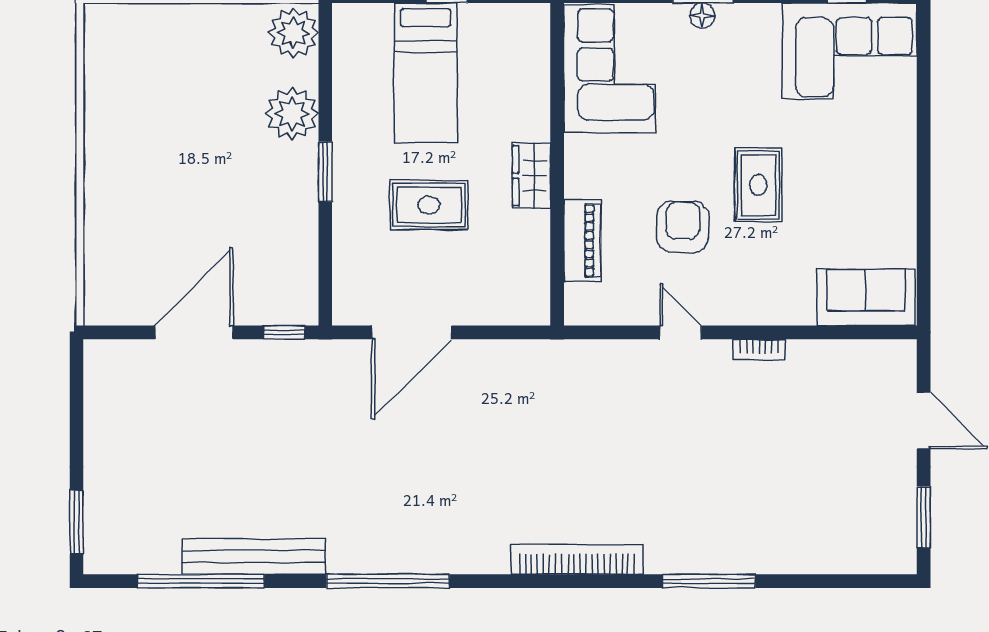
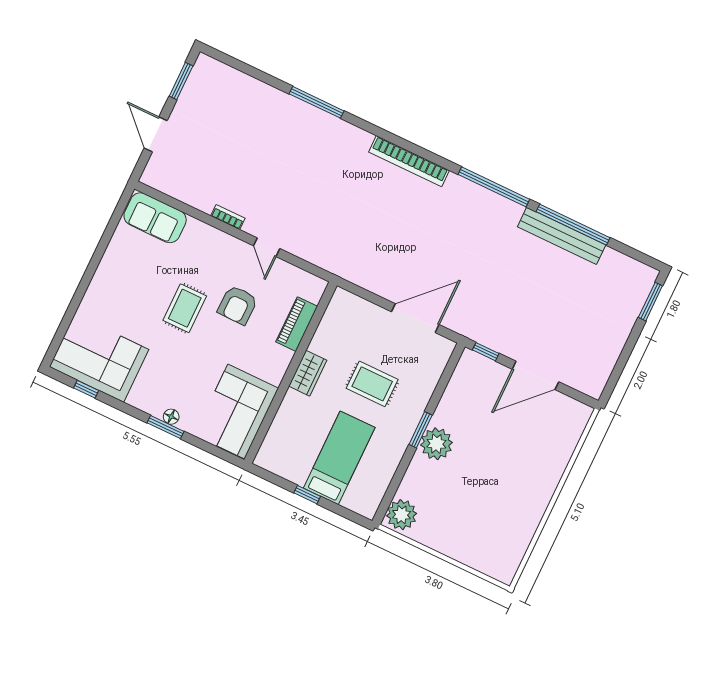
plant: (292, 114) -> (436, 444), moved
bookcase: (577, 559) -> (409, 161), moved
window: (201, 581) -> (573, 225), moved

